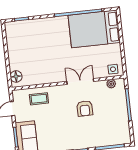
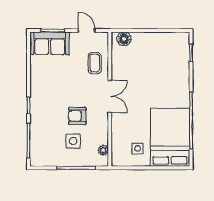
side table: (113, 69) -> (138, 148), moved
double door: (80, 81) -> (110, 96), moved
side table: (106, 110) -> (73, 141), added

